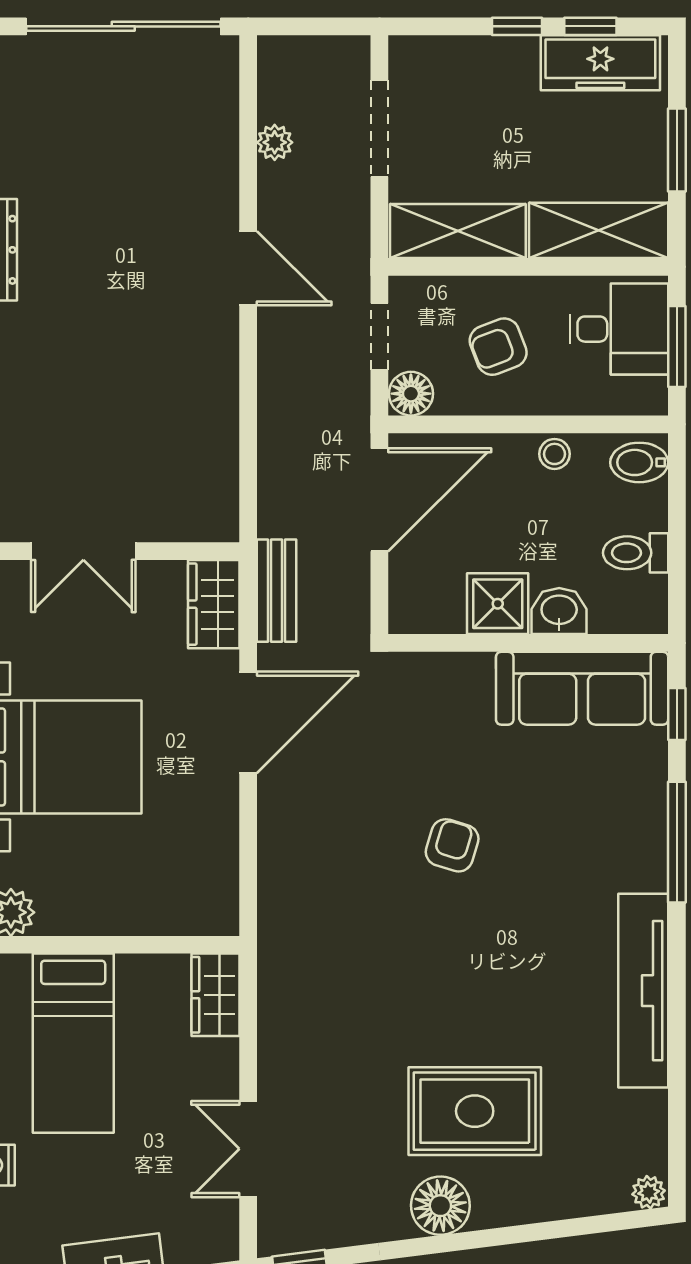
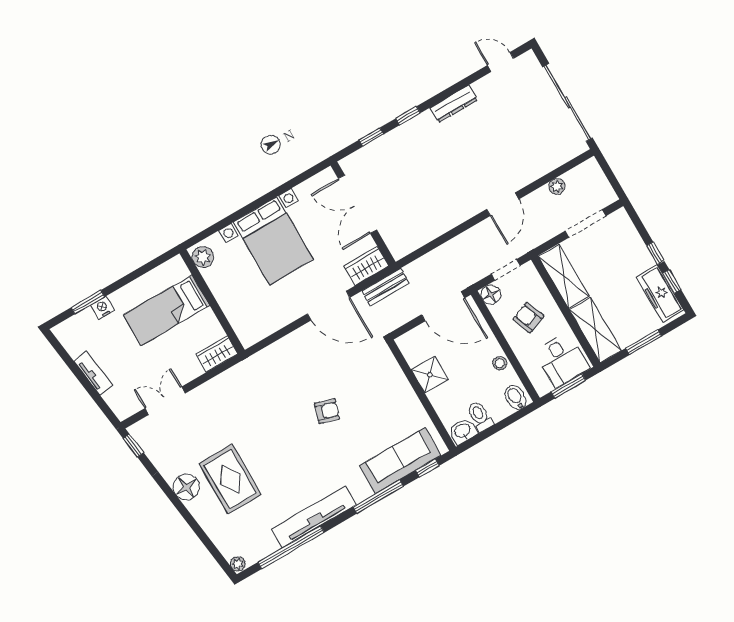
double door: (83, 551) -> (357, 204), width x1.37
washbasin: (559, 611) -> (463, 431), moved, turned -90
sofa: (582, 688) -> (400, 461), moved, turned 90
window: (677, 1070) -> (291, 547), added

